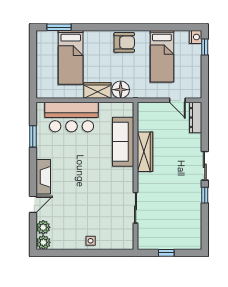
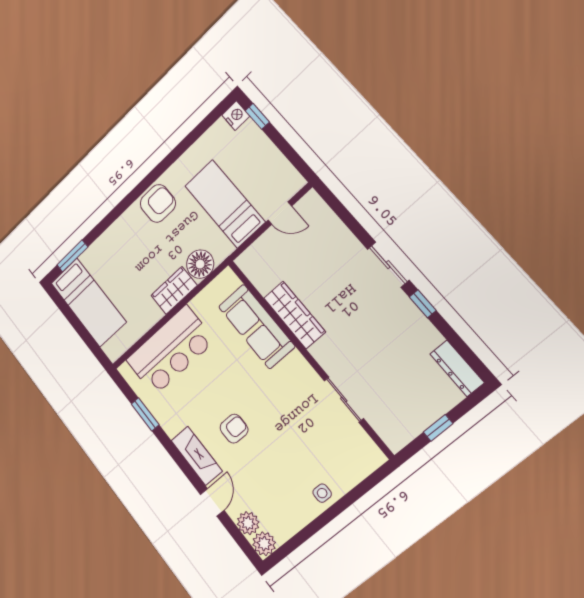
bed: (162, 56) -> (225, 204), moved, turned 180
bed: (71, 57) -> (88, 302), moved
dresser: (196, 118) -> (457, 368), moved
armchair: (73, 179) -> (234, 429), added

